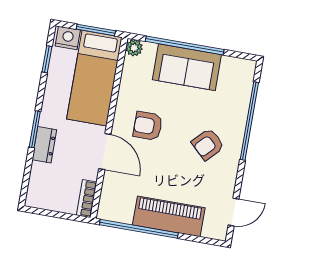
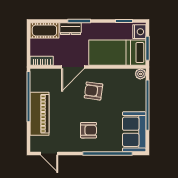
sofa: (187, 67) -> (134, 132), moved
armchair: (148, 126) -> (93, 91), turned -82
armchair: (208, 144) -> (89, 130), turned 136
cot: (40, 186) -> (44, 30), added

